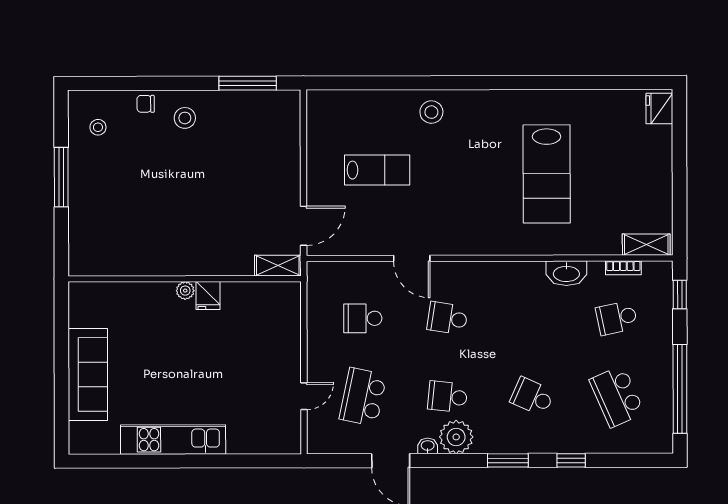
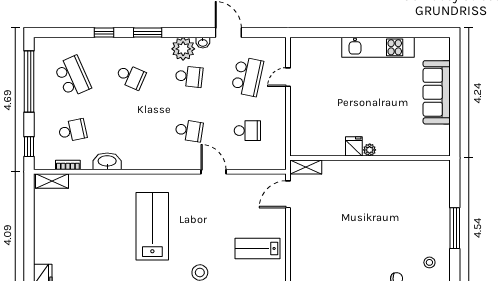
stool: (185, 118) -> (370, 269), removed
lab bench: (377, 170) -> (258, 248), moved
lab bench: (547, 174) -> (152, 226), moved

